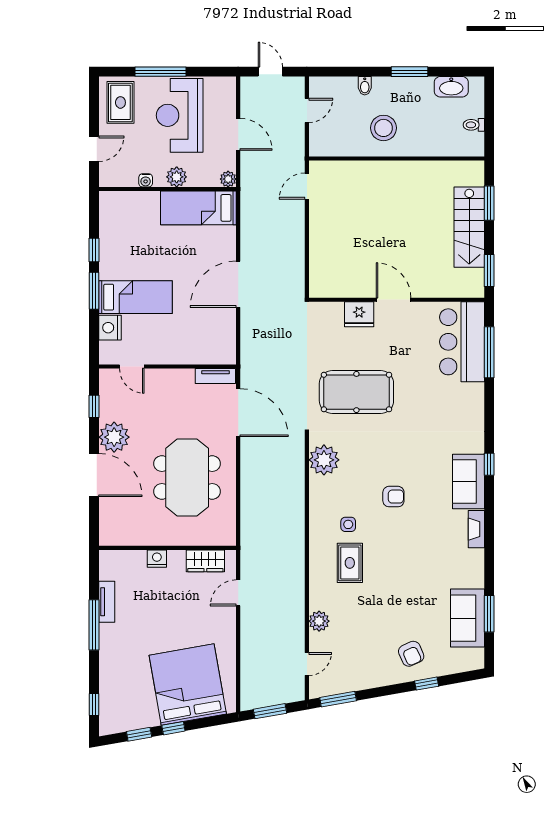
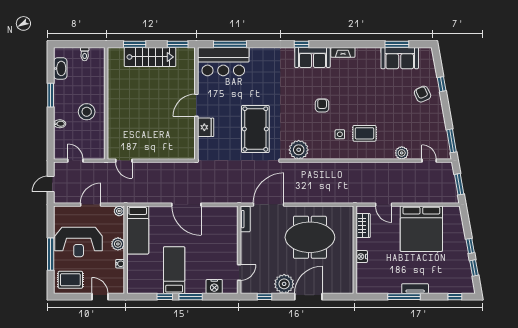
bed: (135, 297) -> (174, 270), moved
tv unit: (107, 602) -> (415, 289), moved
armchair: (411, 654) -> (422, 94), turned -91
bed: (188, 685) -> (421, 229), moved, turned -80

